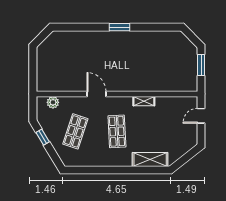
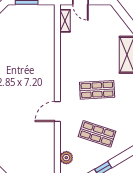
shelving: (144, 101) -> (65, 21), moved

